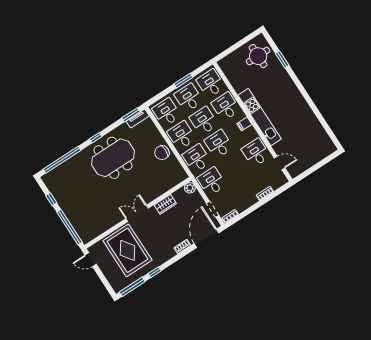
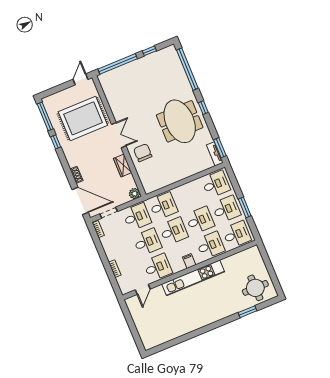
desk: (182, 135) -> (147, 242), moved
chair: (162, 153) -> (143, 153), moved

